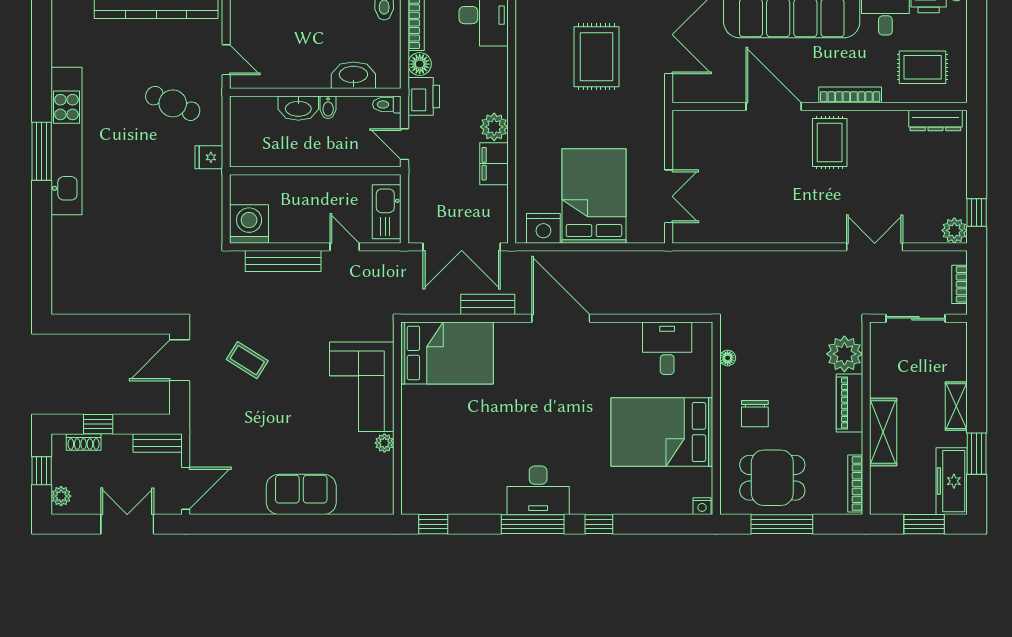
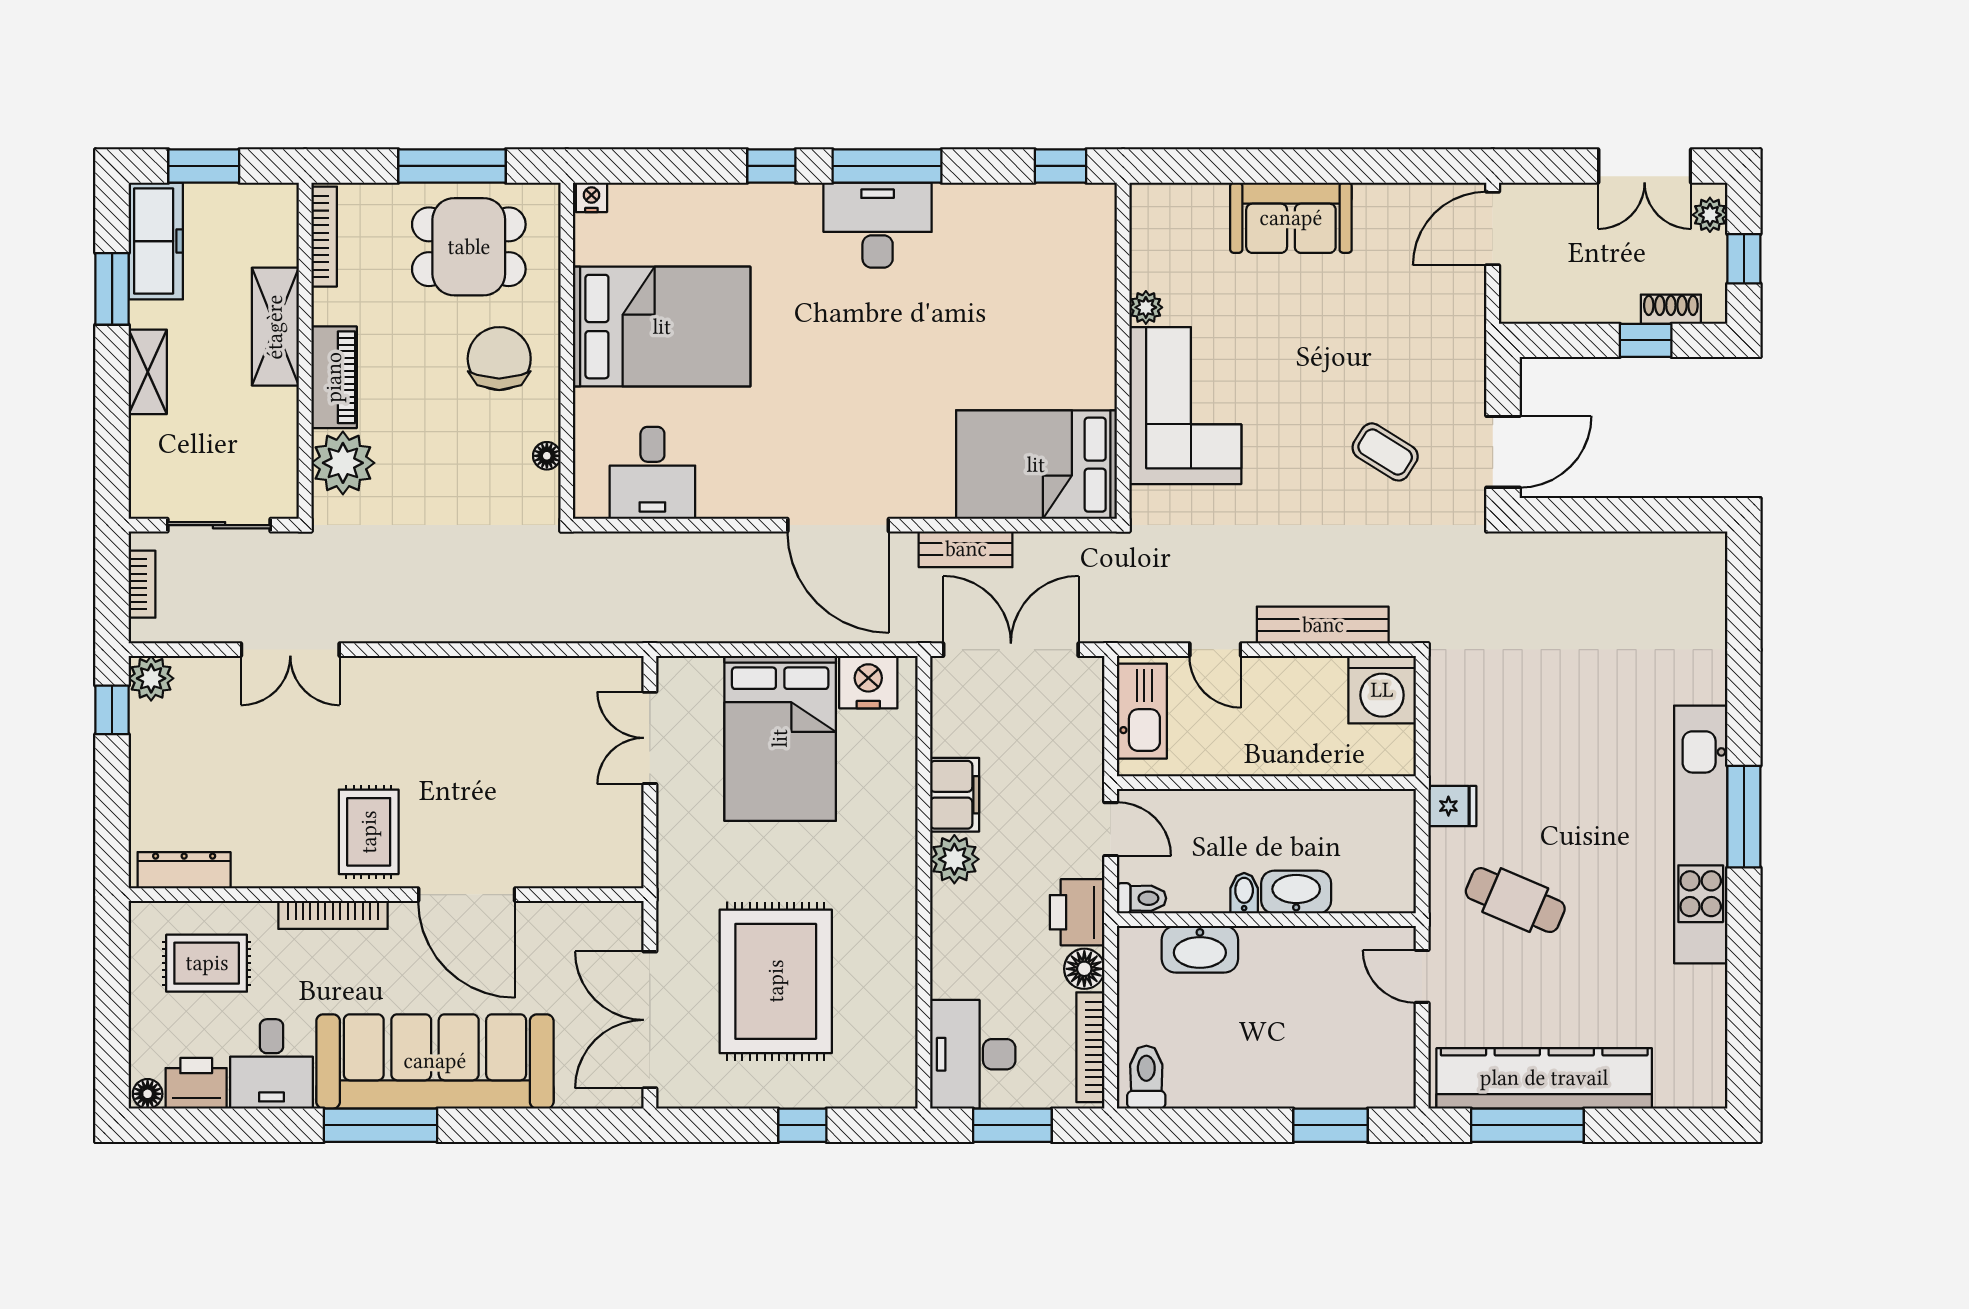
rug: (596, 57) -> (776, 981), width x1.37, depth x1.44
chair: (755, 414) -> (499, 359), width x1.37, depth x1.37
bench: (158, 443) -> (1542, 307), removed
double door: (127, 524) -> (1645, 166), moved

